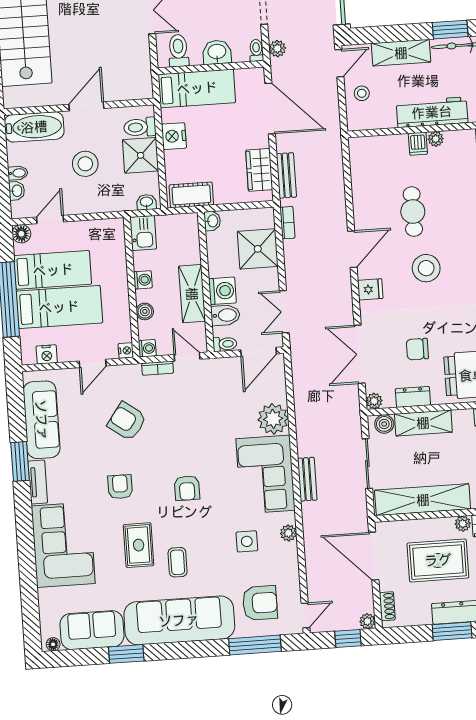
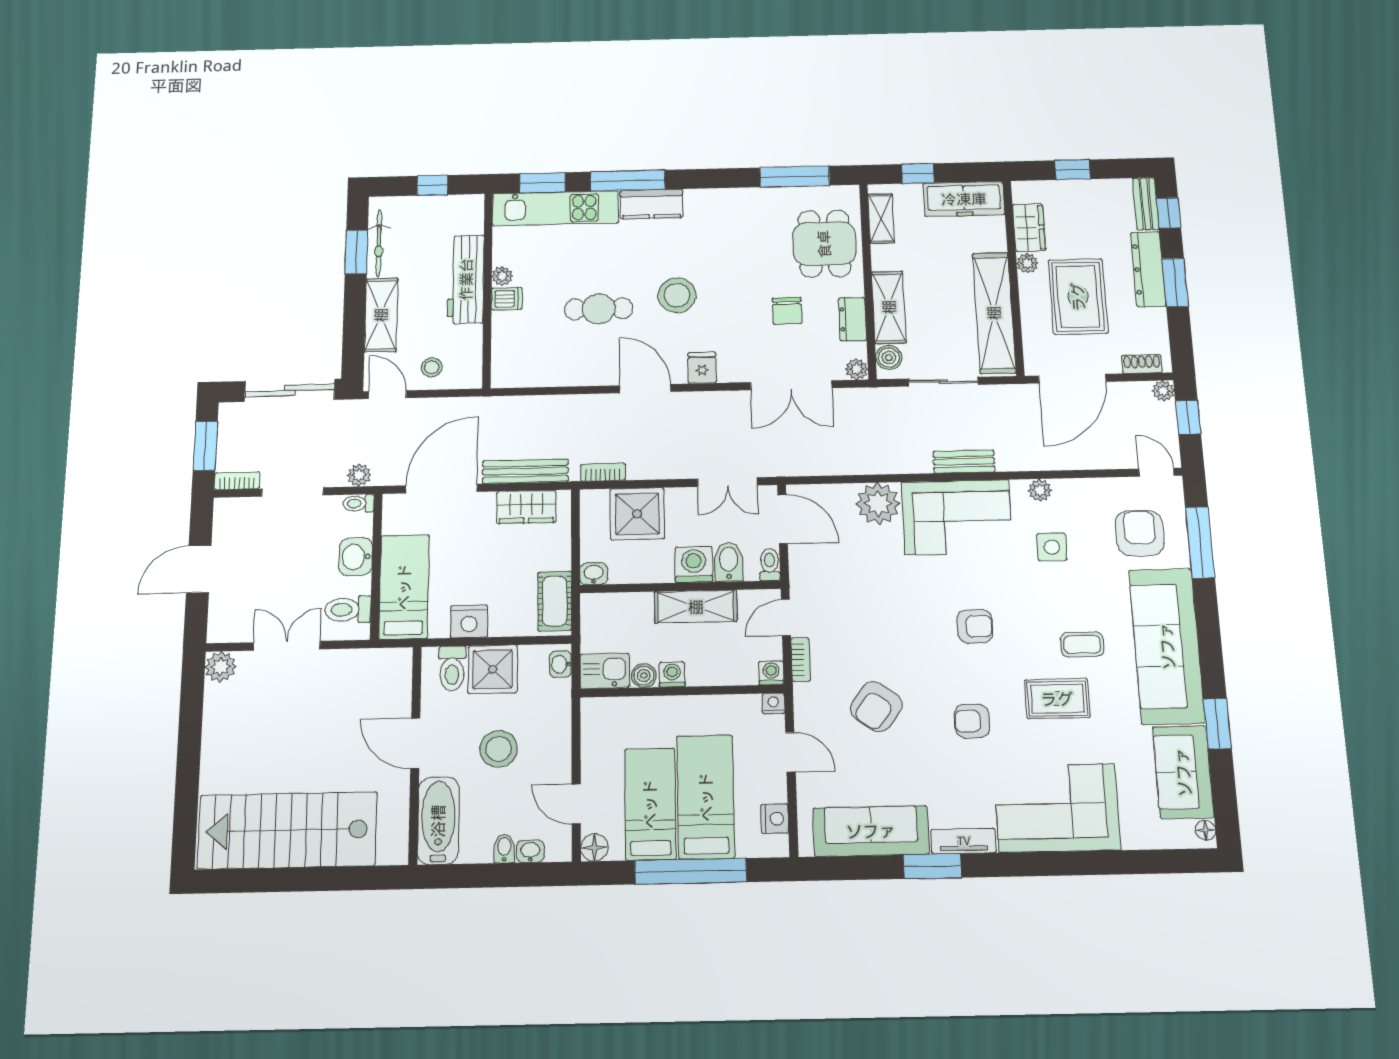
bench: (286, 175) -> (525, 471), width x1.36
boiler: (145, 311) -> (644, 675), moved

